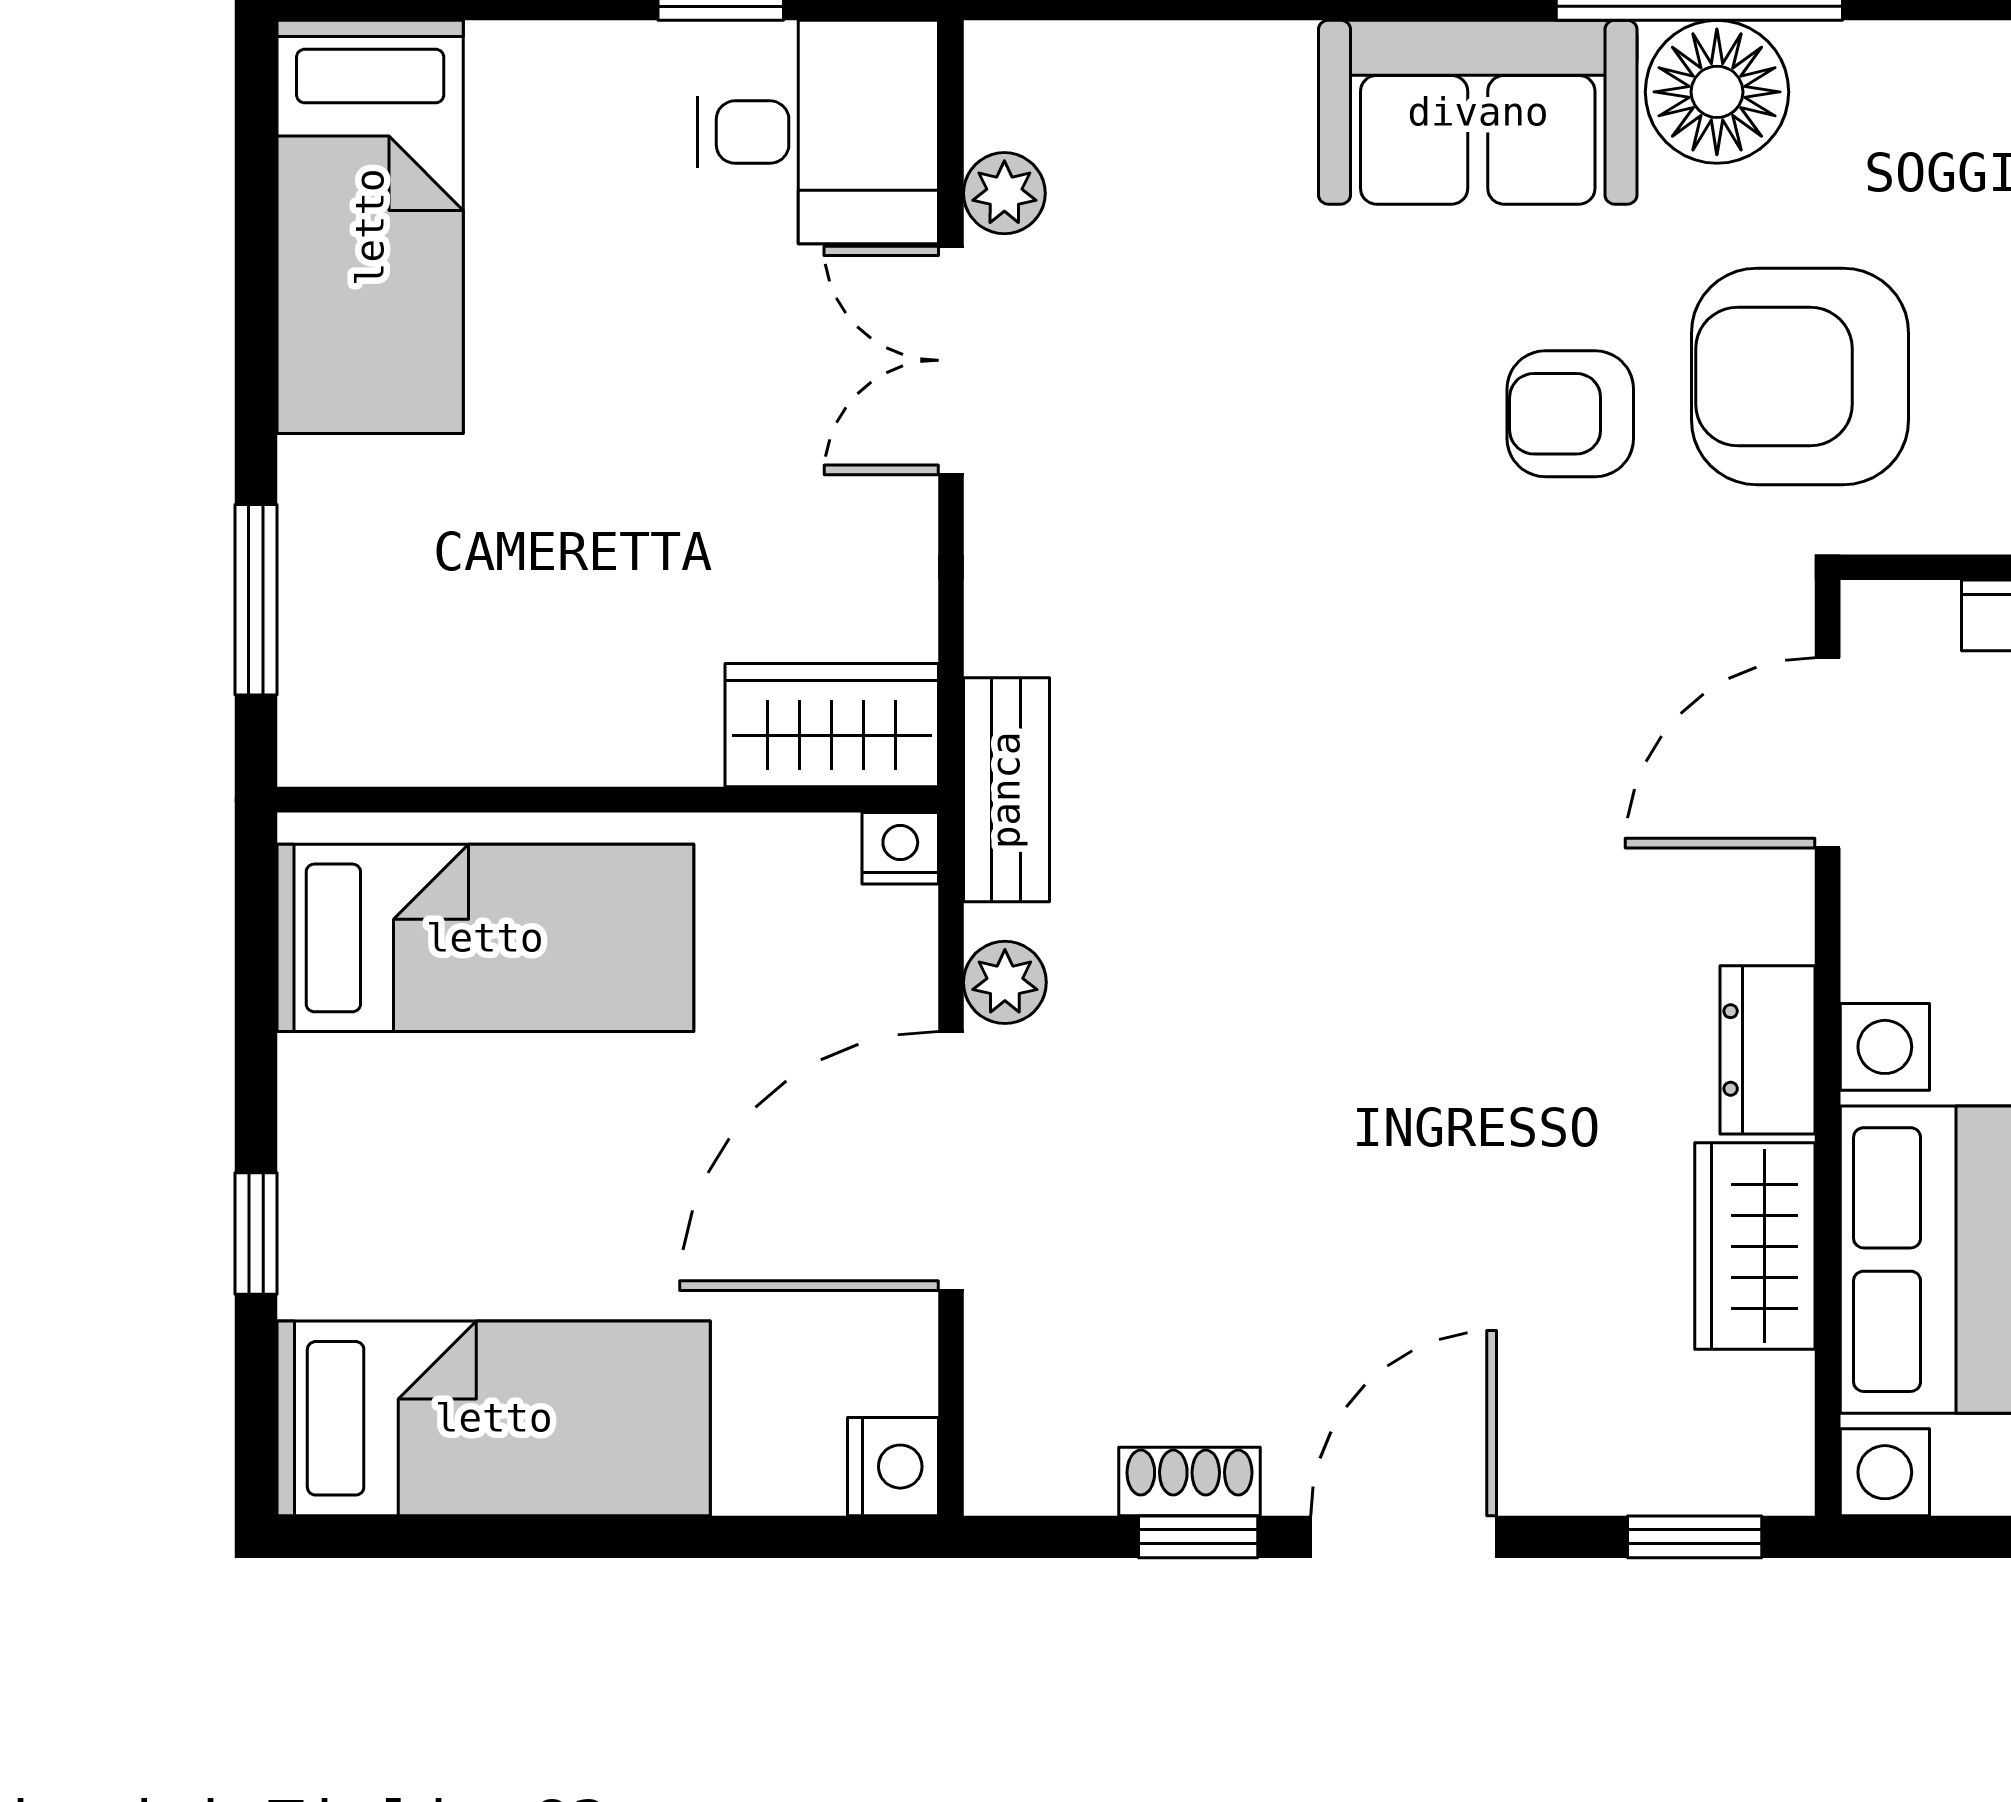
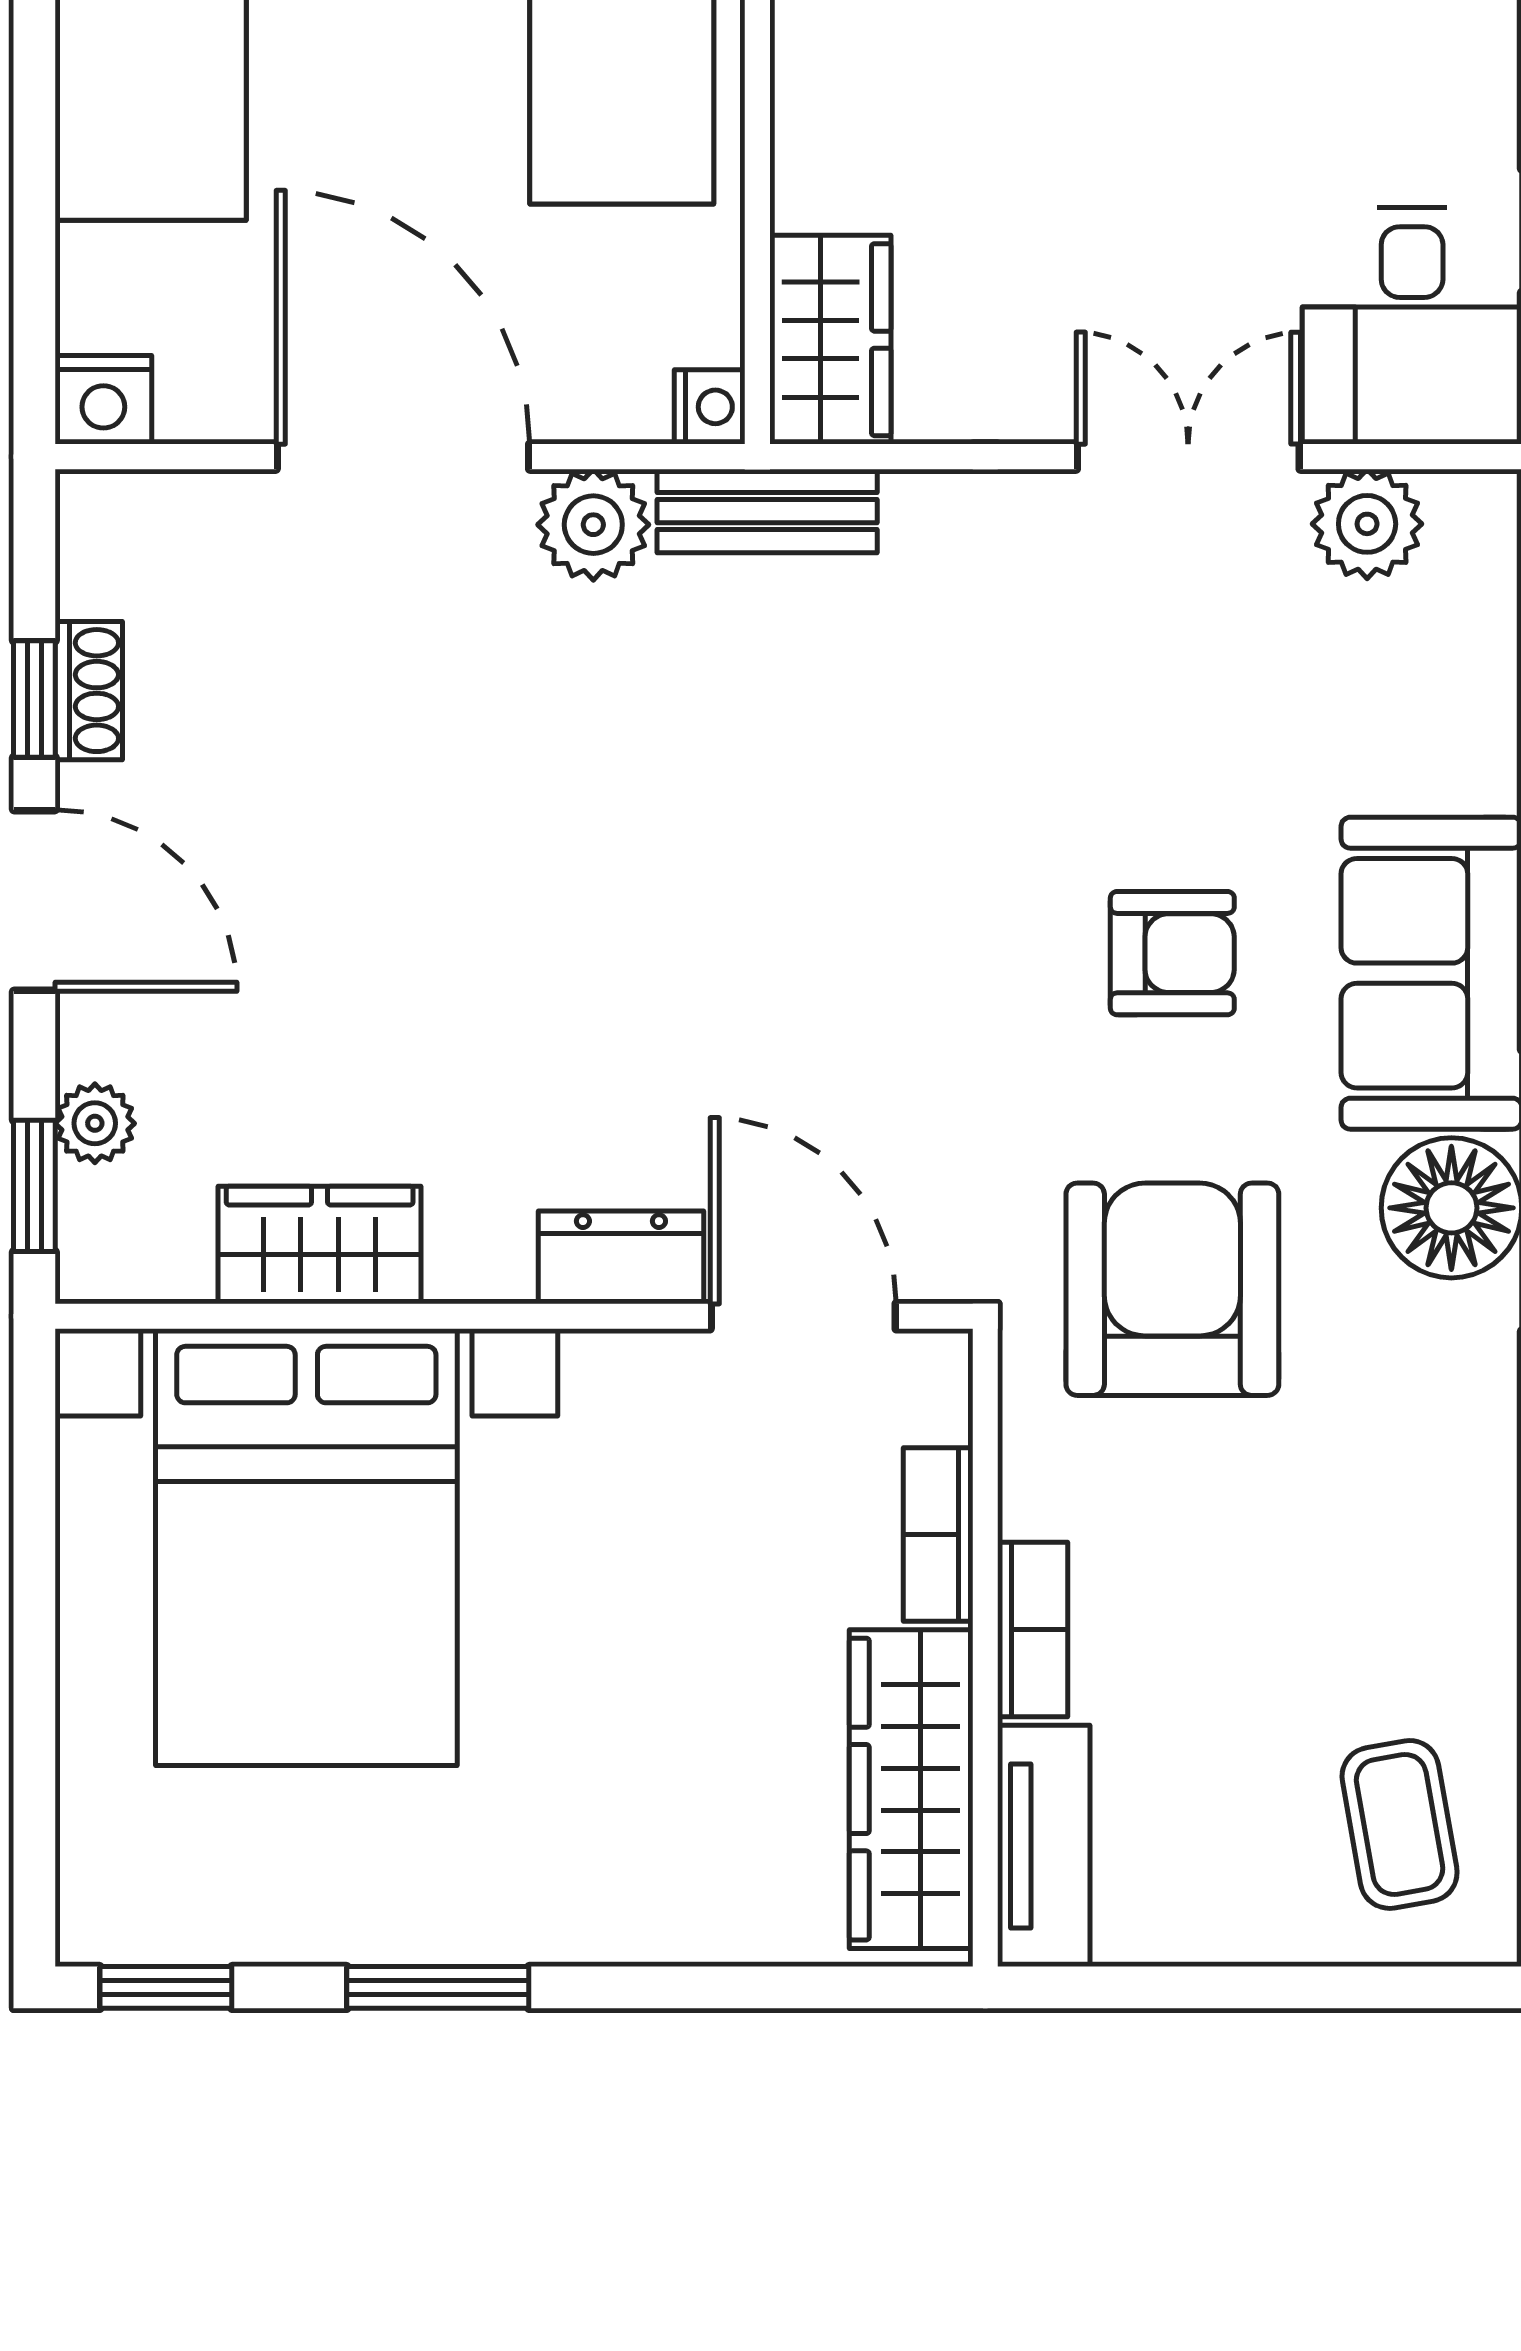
plant: (1004, 193) -> (1367, 524), width x1.38, depth x1.38
armchair: (1570, 414) -> (1172, 953), moved, turned 90
plant: (1005, 982) -> (593, 525), width x1.38, depth x1.38
dresser: (1768, 1050) -> (621, 1257), moved
plant: (1631, 1475) -> (95, 1123), added

